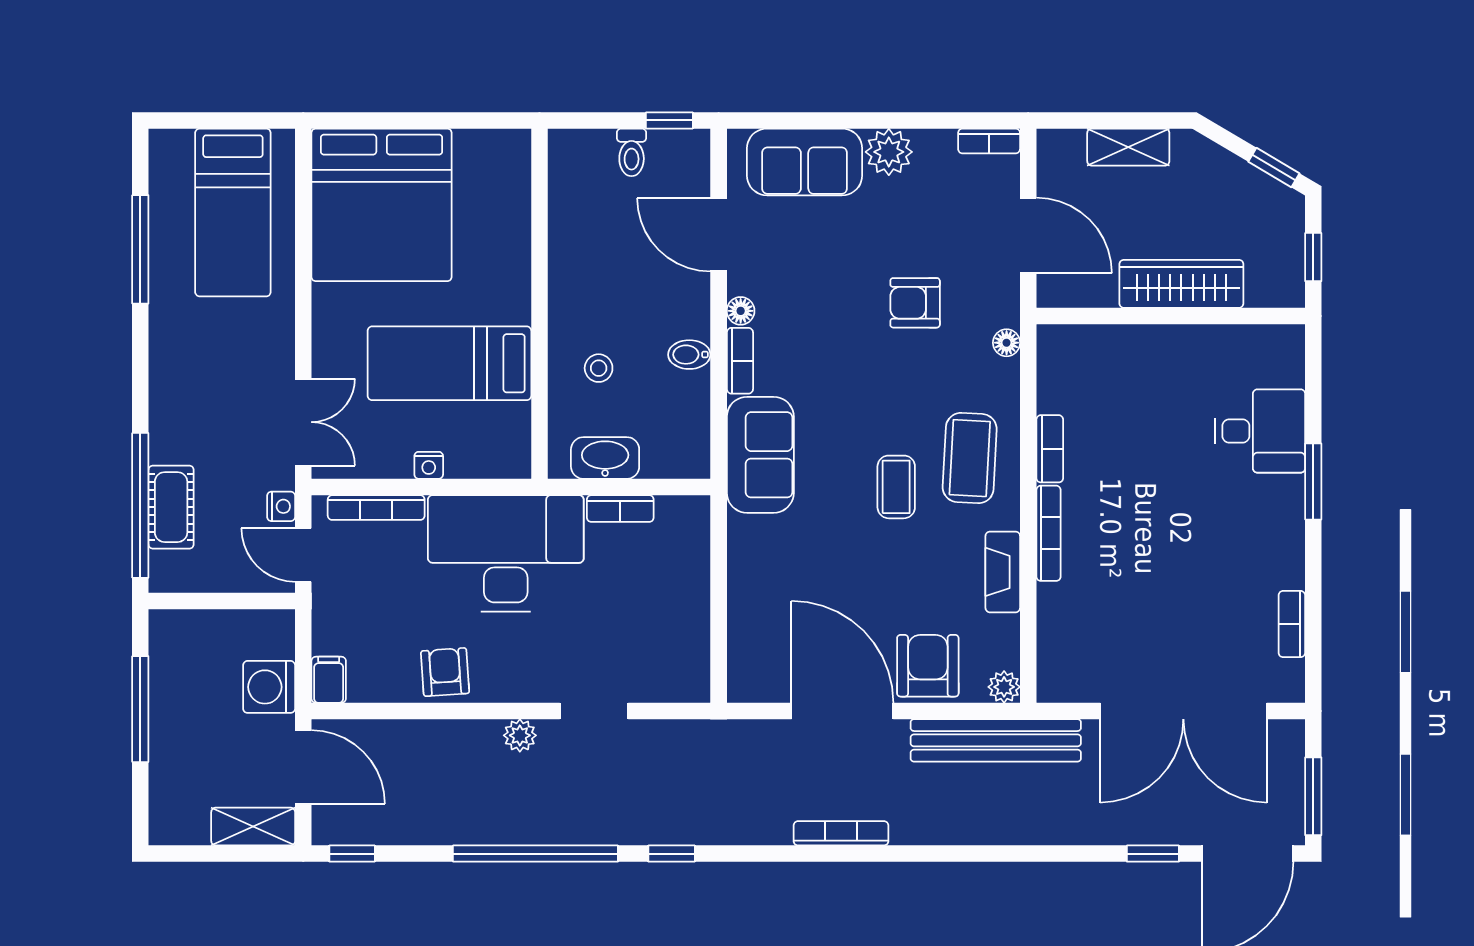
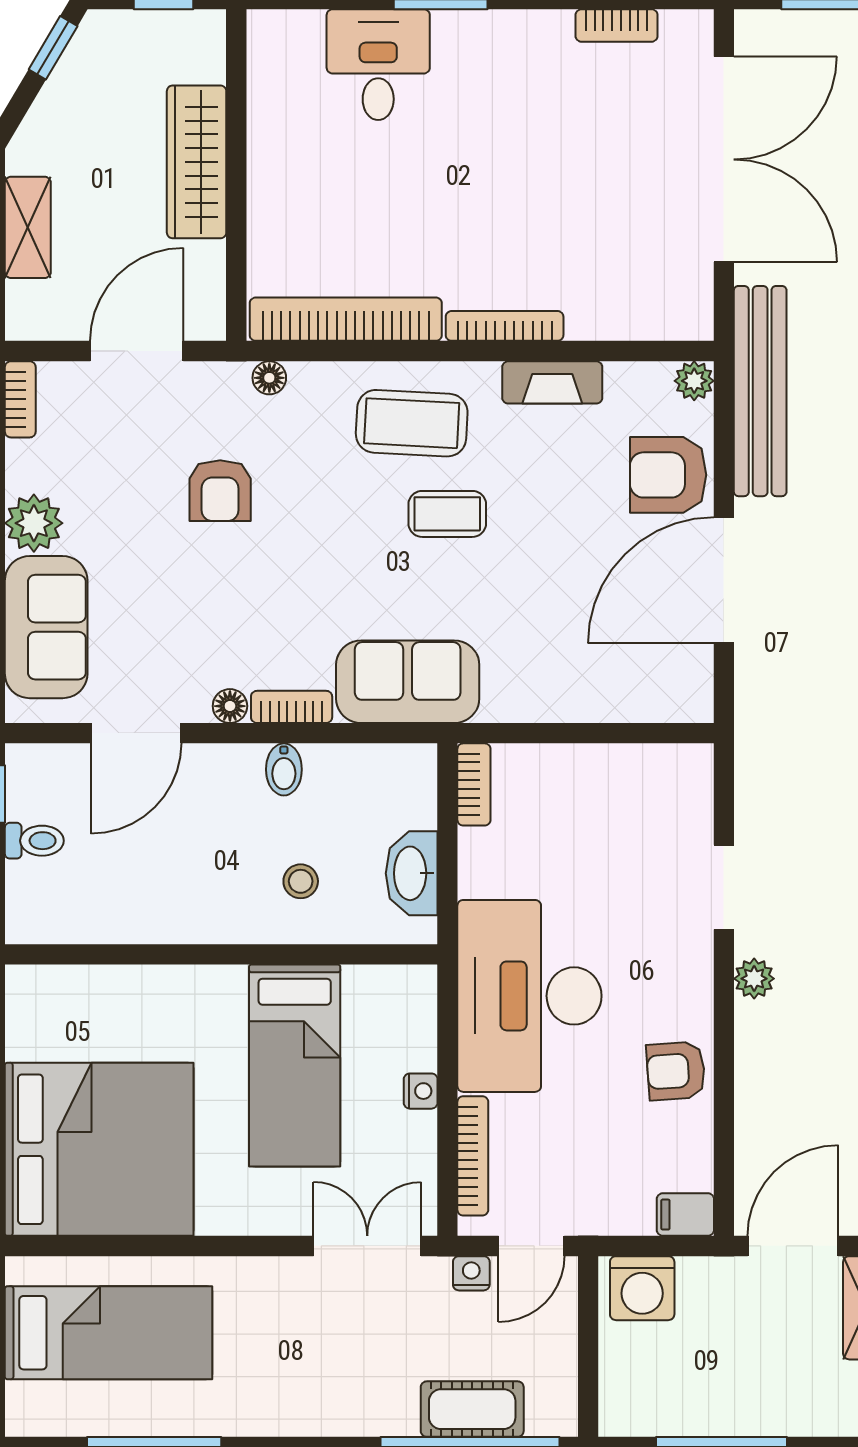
bookcase: (1050, 449) -> (346, 319), width x2.31, depth x1.31
bookcase: (620, 509) -> (474, 784), moved
washing machine: (269, 687) -> (642, 1288), moved

